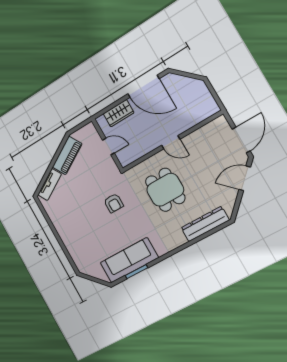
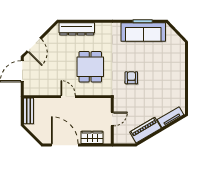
bench: (207, 99) -> (29, 111), added
door: (108, 147) -> (112, 119), swing flipped
door: (245, 178) -> (34, 45), hinge flipped

